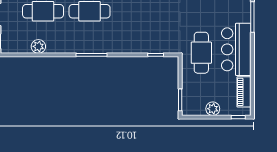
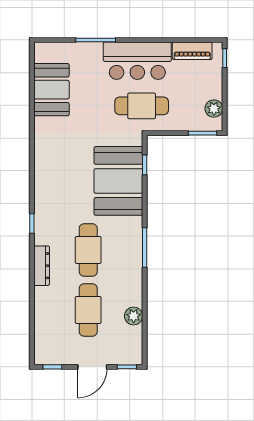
booth: (143, 35) -> (118, 181), added
plant: (213, 109) -> (214, 109), moved

